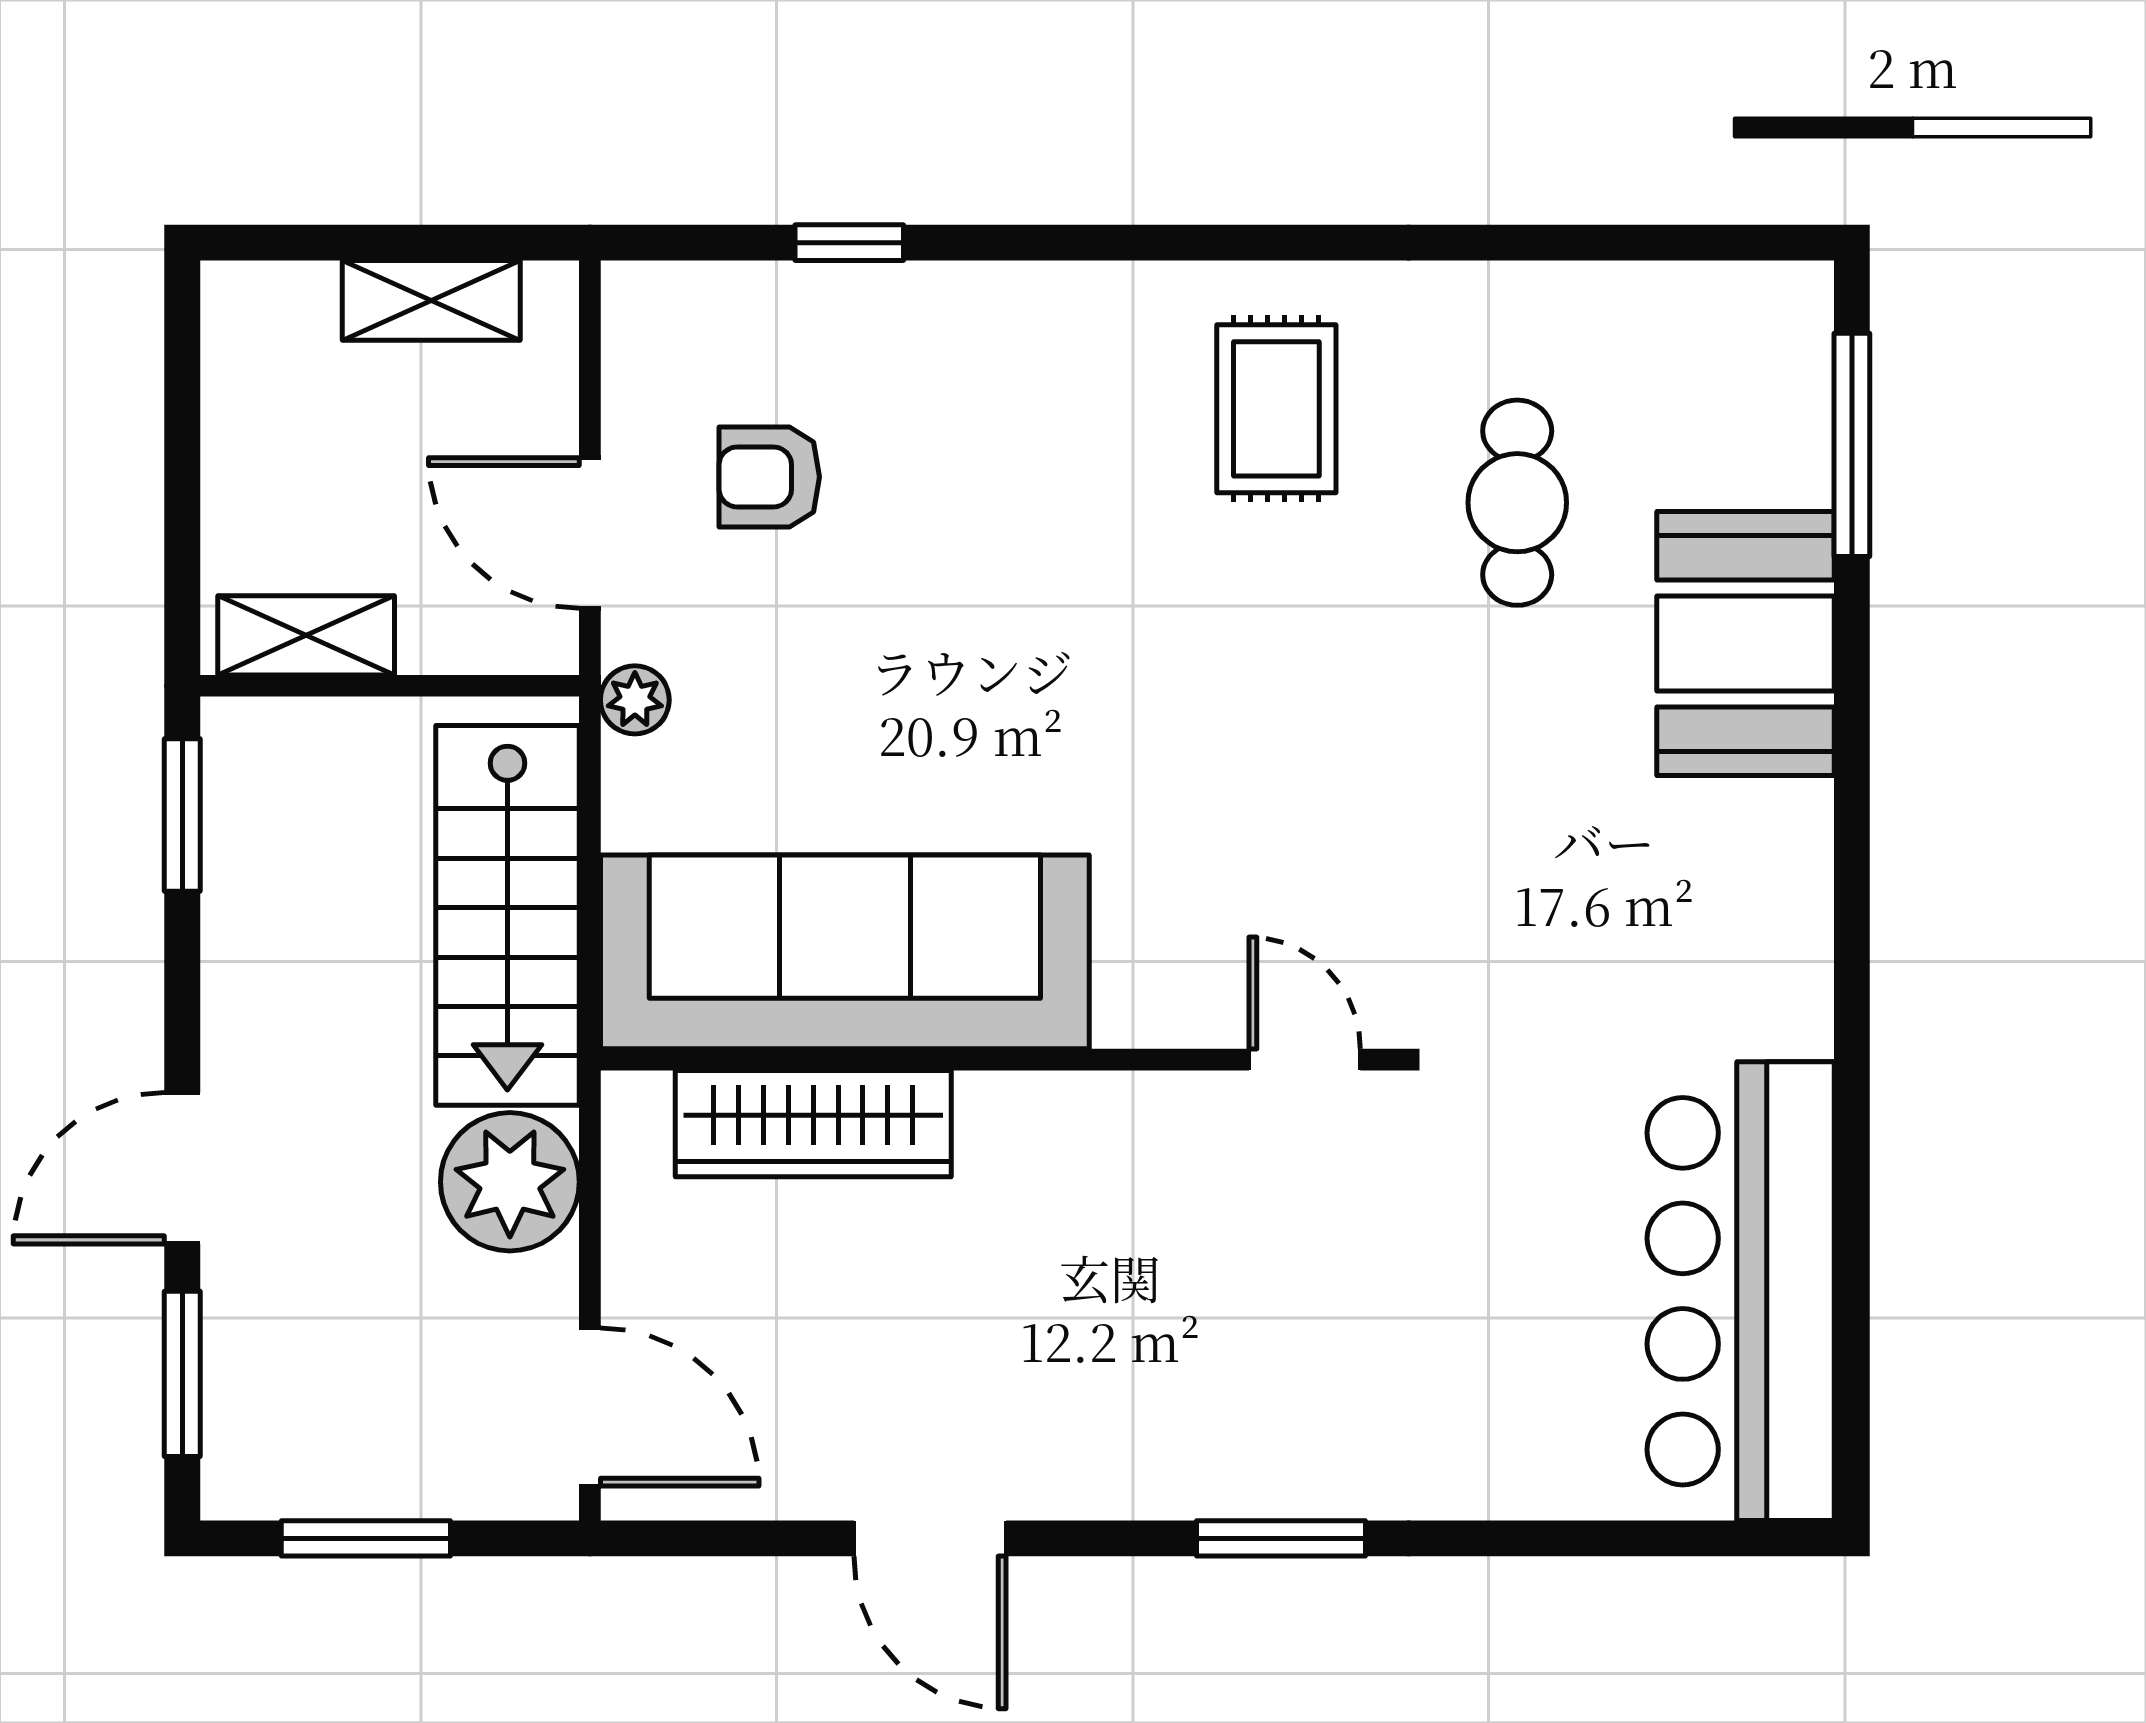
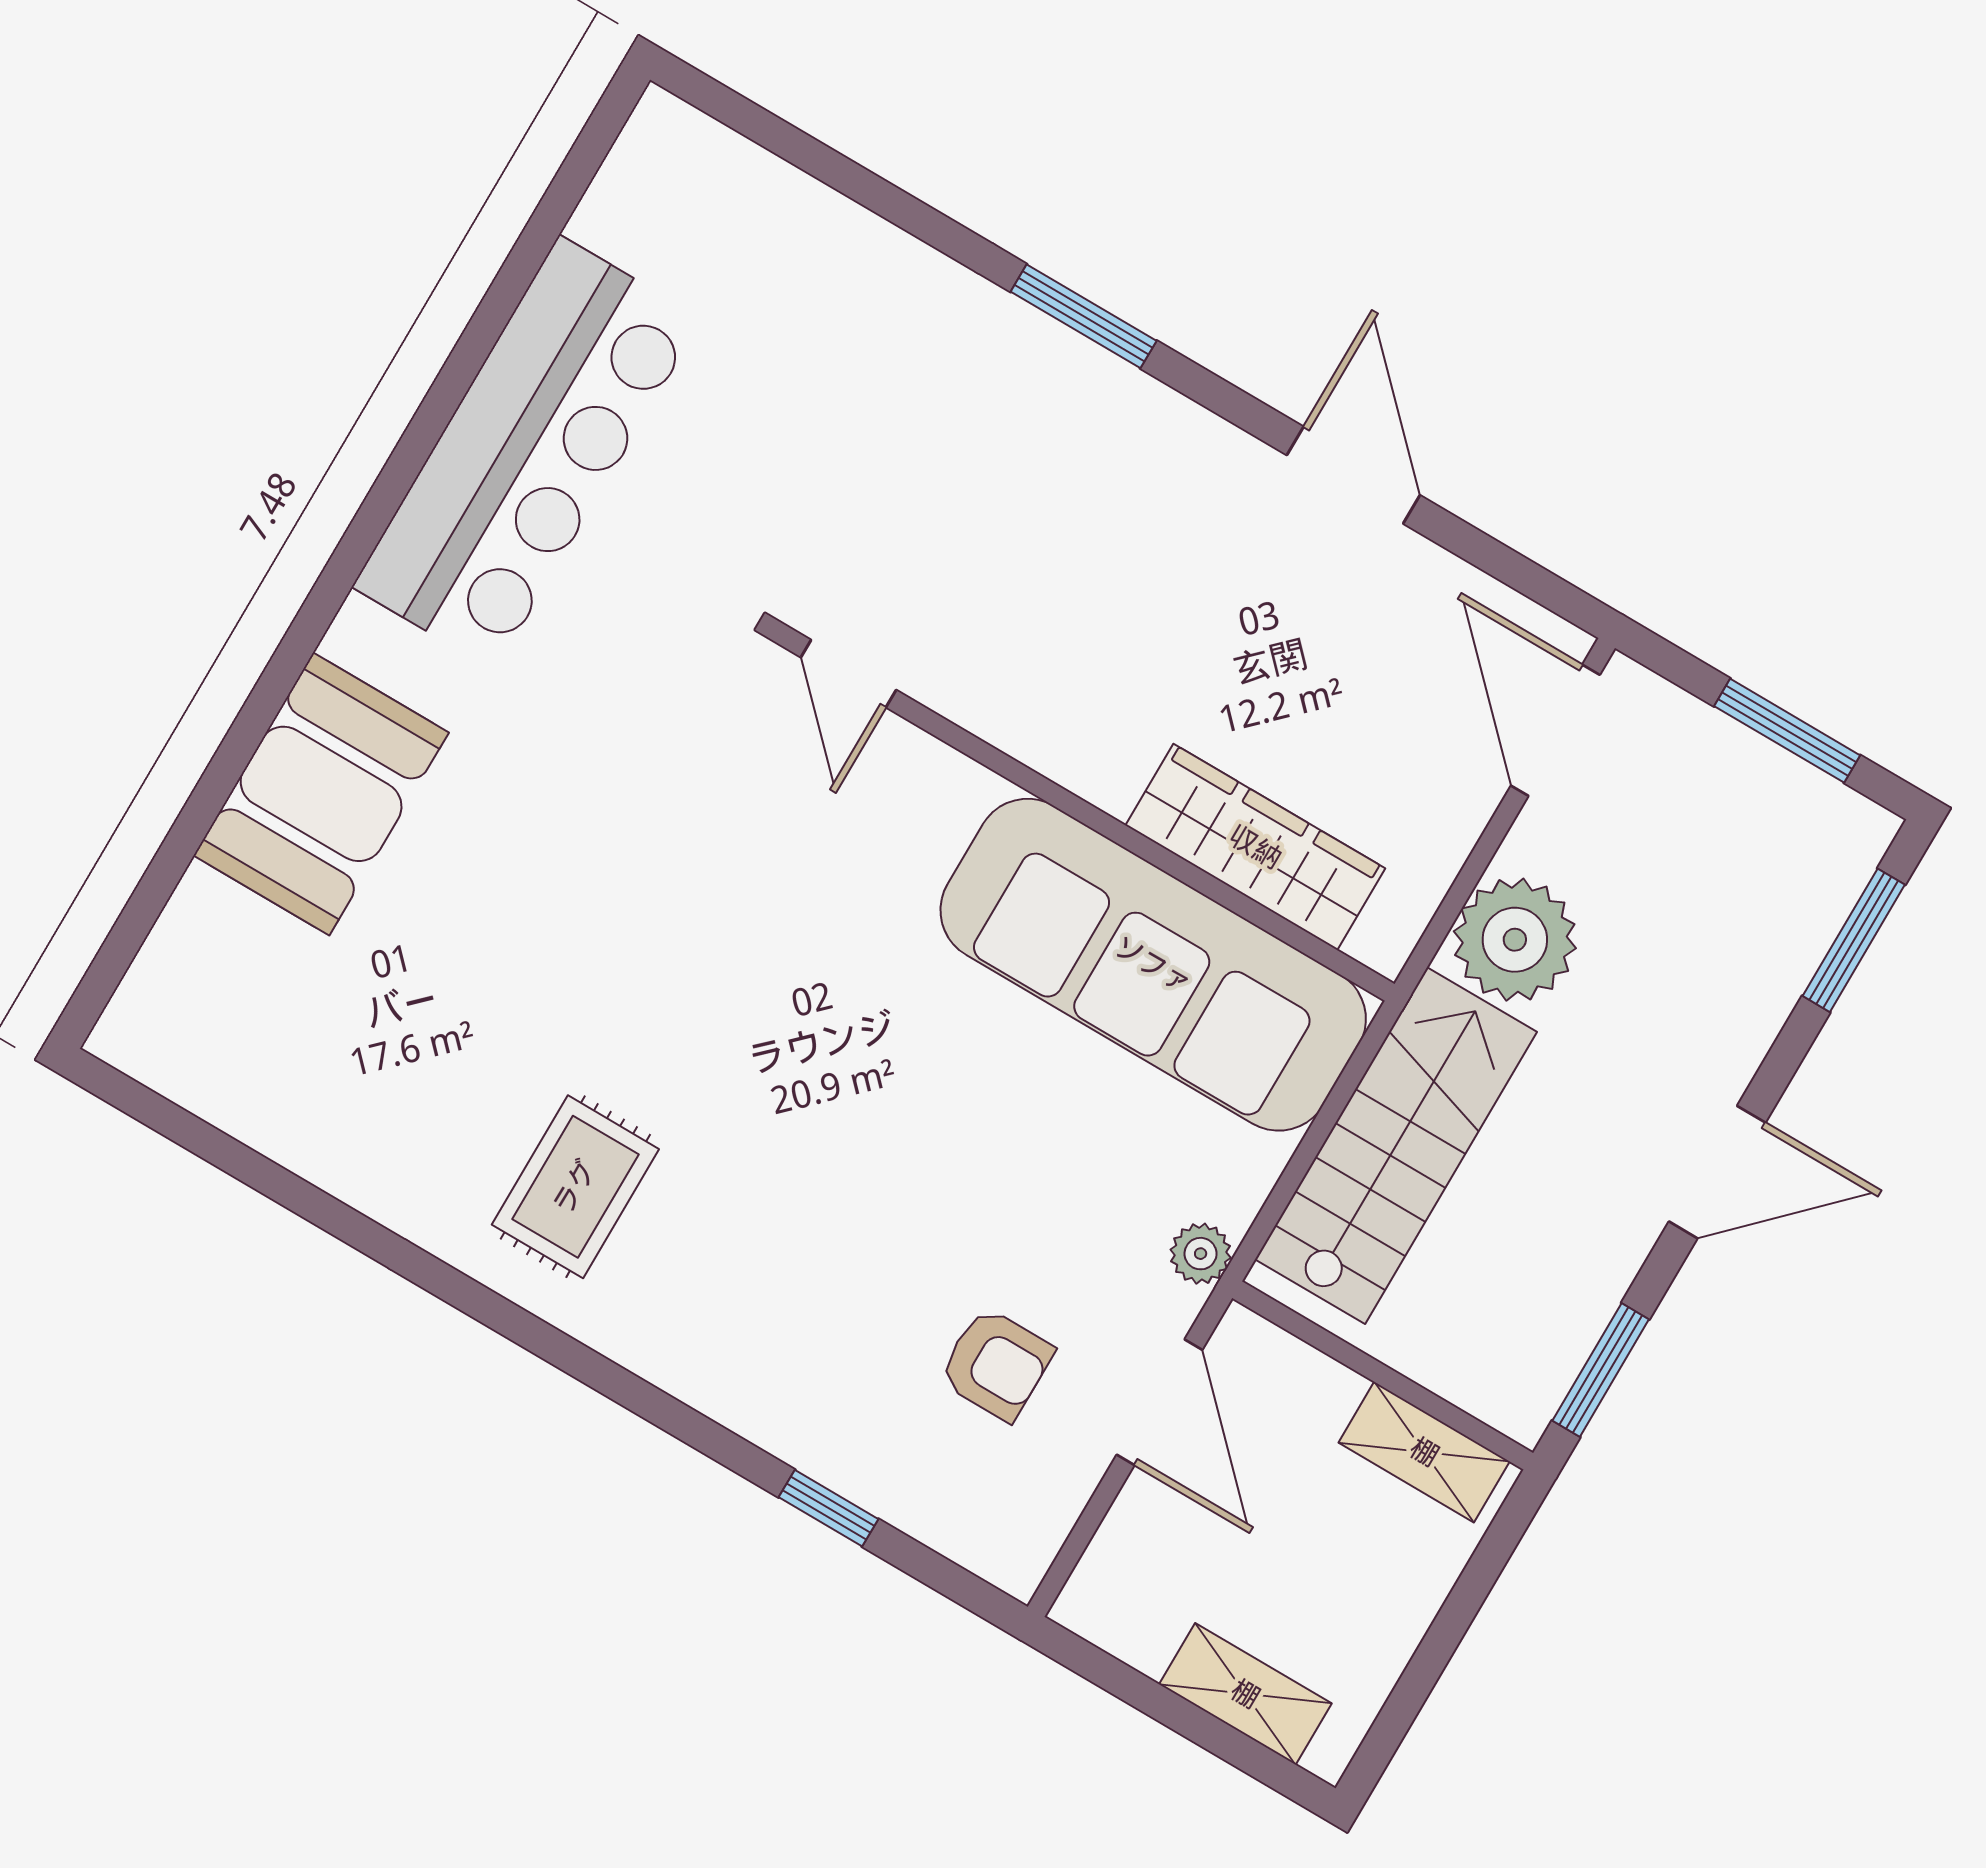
shelving: (431, 300) -> (1245, 1694), moved
window: (1852, 445) -> (149, 899), removed
cafe table: (1517, 503) -> (433, 1006), removed
door: (182, 1168) -> (1717, 1172), moved
bar counter: (1741, 1291) -> (527, 453), moved

